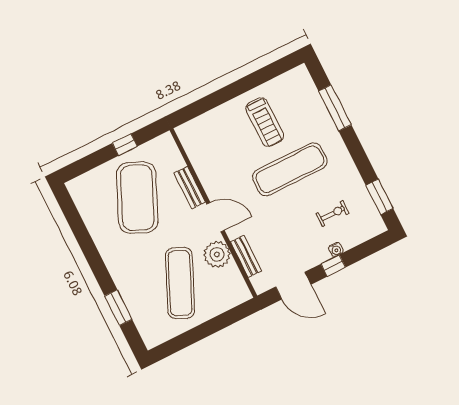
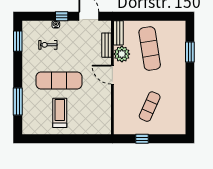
bench: (190, 188) -> (118, 33), moved
exercise mat: (137, 198) -> (150, 107), width x0.50, depth x0.69
exercise mat: (180, 283) -> (150, 49), turned -33

